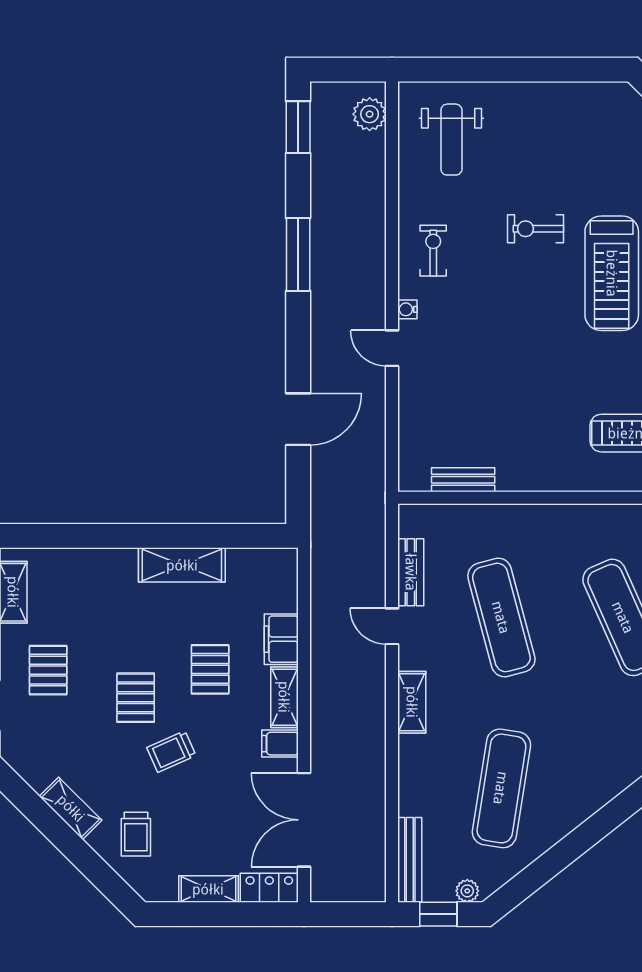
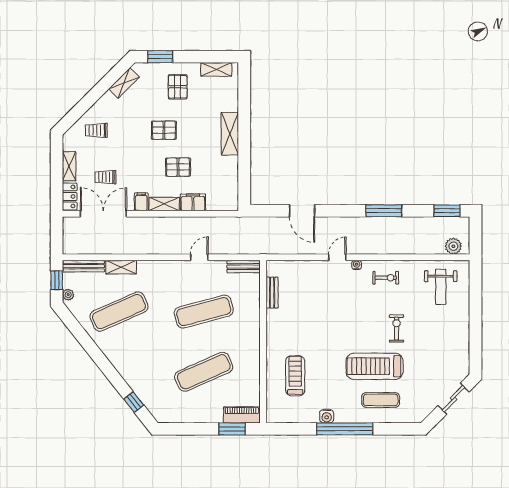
weight bench: (451, 140) -> (441, 287), turned -90
shelving: (182, 565) -> (230, 134), moved
bench: (411, 572) -> (244, 267), moved
pallet: (48, 670) -> (178, 87), turned 90
shelving: (412, 702) -> (121, 267), moved
trolley: (171, 752) -> (105, 177), moved, turned -66
exercise mat: (501, 788) -> (119, 312), turned -33
shelving: (71, 808) -> (124, 83), moved

